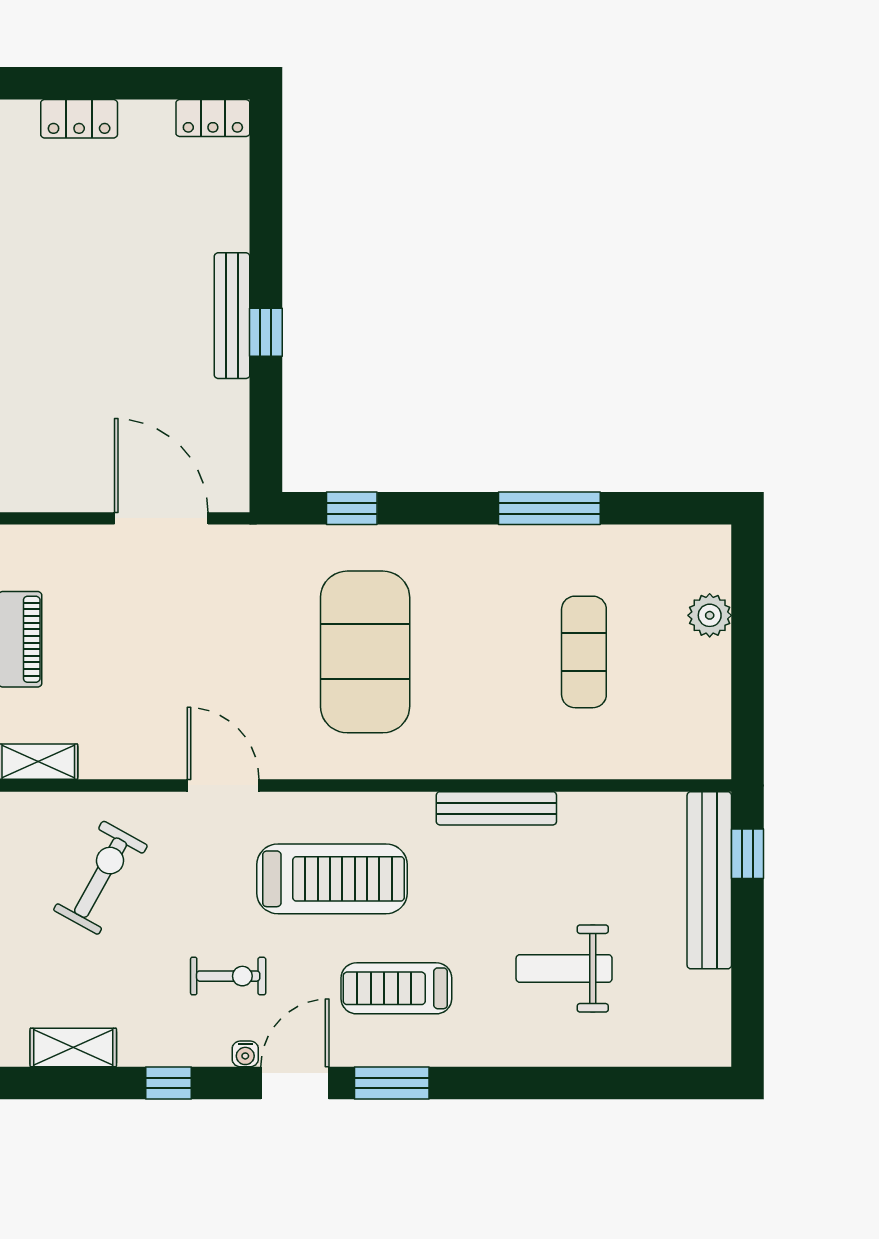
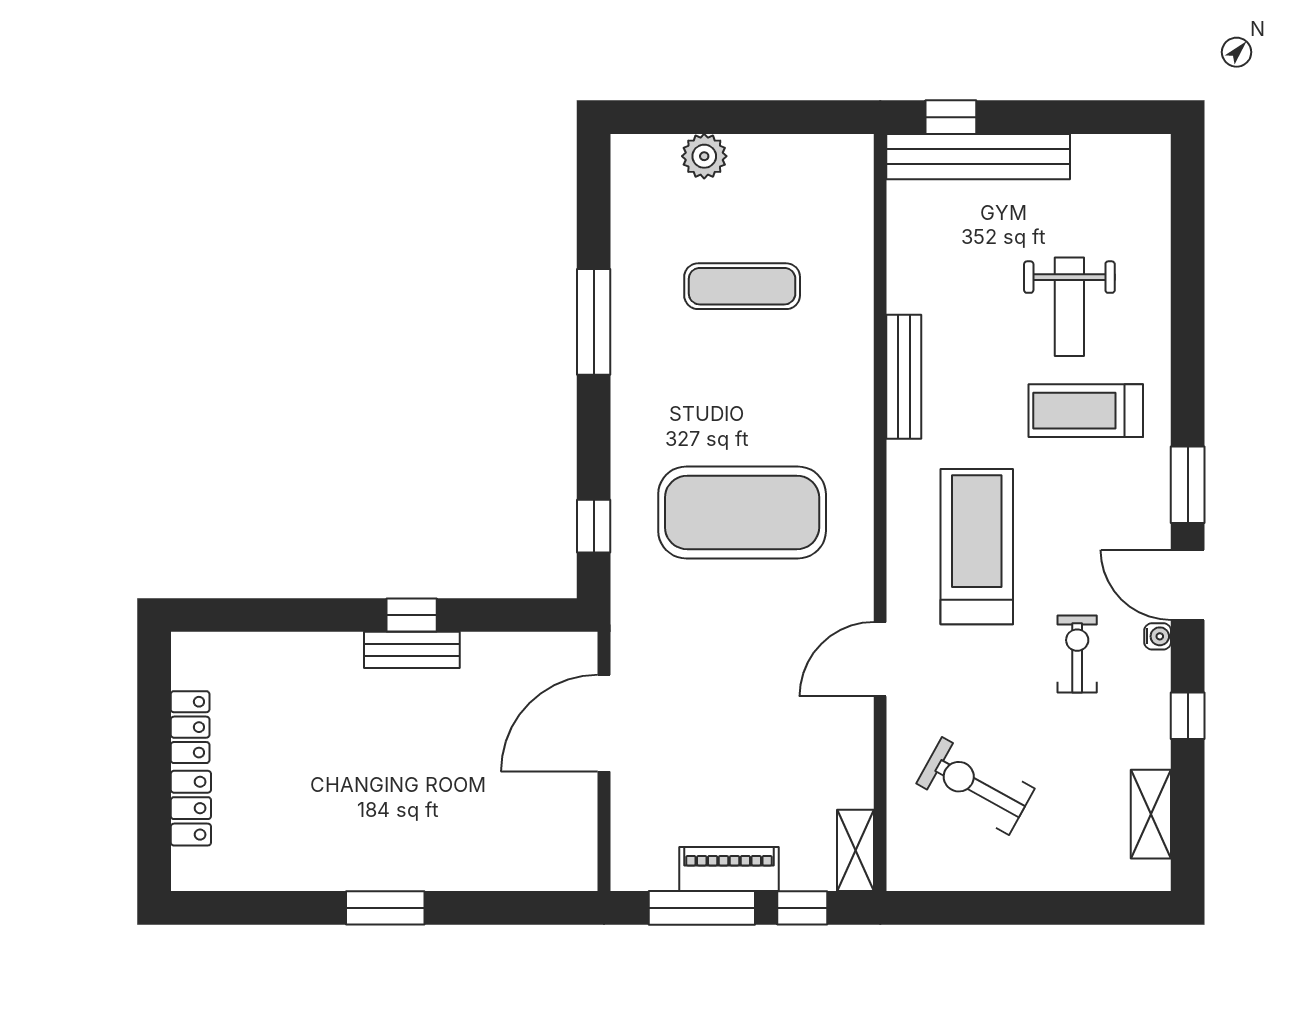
locker: (213, 118) -> (190, 727), moved
bench: (232, 316) -> (412, 650), width x0.73
treadmill: (396, 988) -> (1086, 411), moved, turned 90

